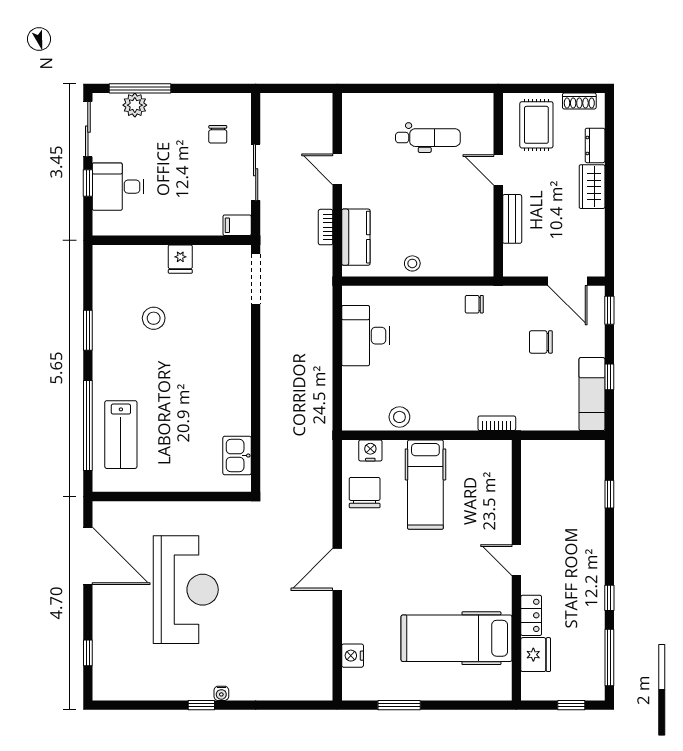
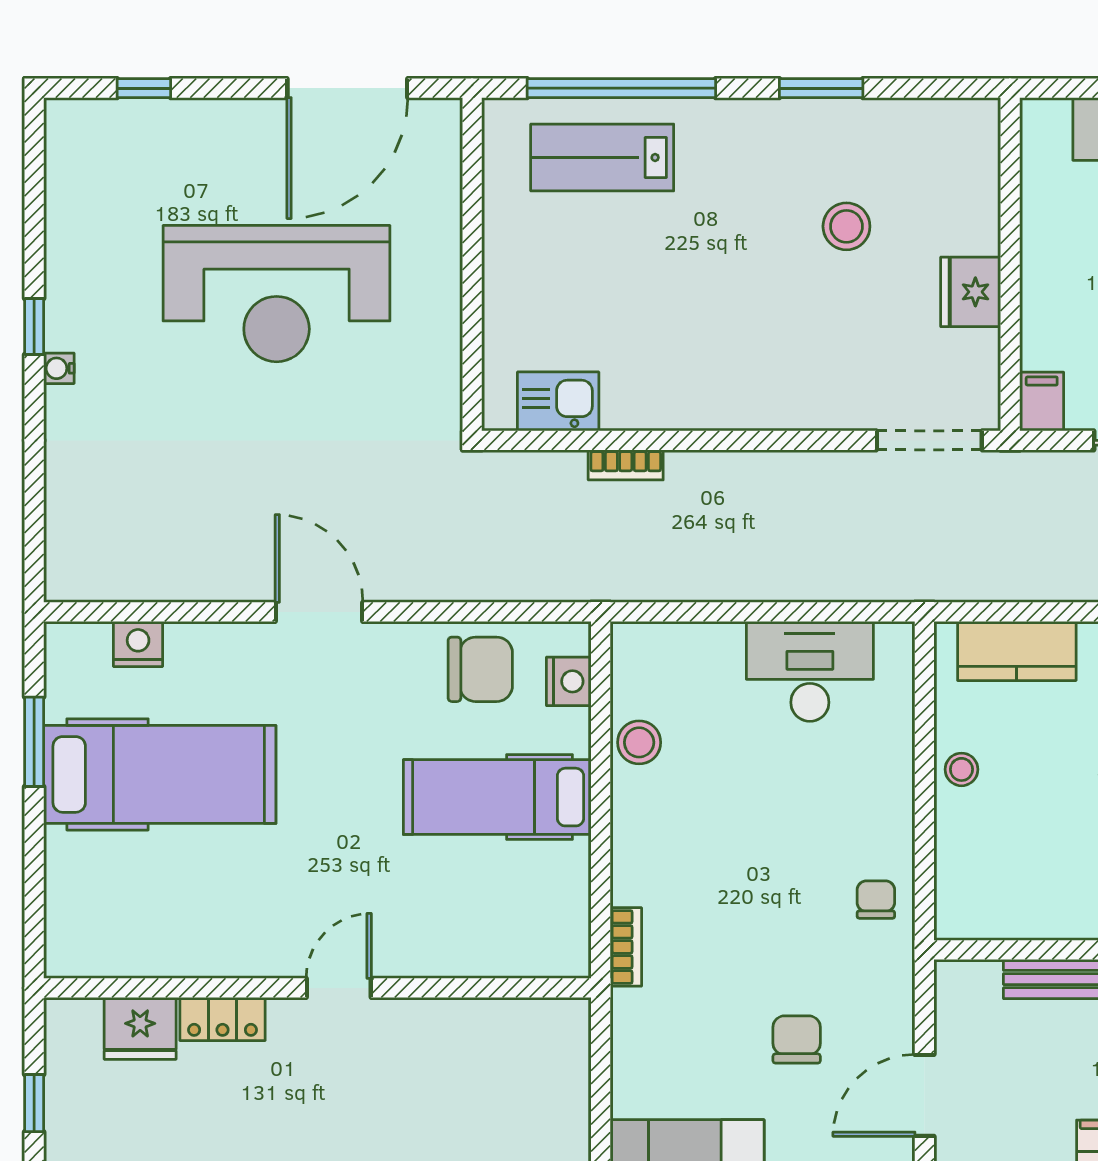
bookcase: (326, 227) -> (626, 465), moved, turned 180
fridge: (180, 259) -> (971, 292), width x1.38
hospital bed: (457, 638) -> (160, 774), moved, turned 90

